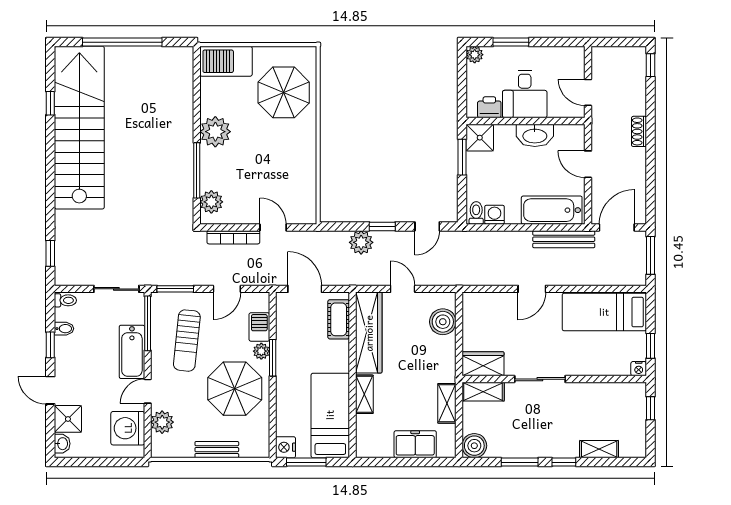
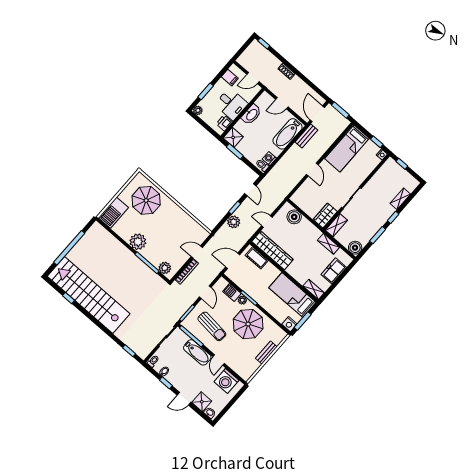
filing cabinet: (560, 59) -> (230, 78), added
bench: (564, 239) -> (306, 136), width x0.73
shelving: (364, 394) -> (314, 289), moved
plant: (162, 422) -> (236, 365), removed

